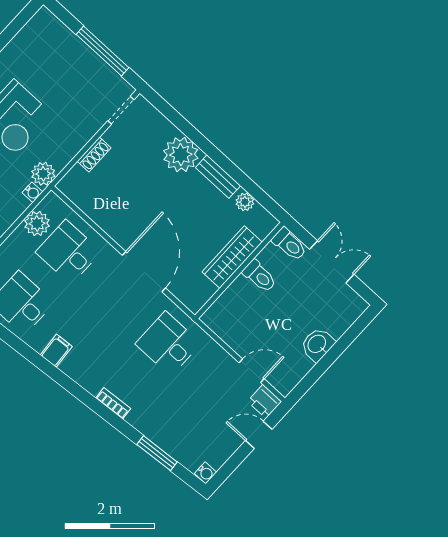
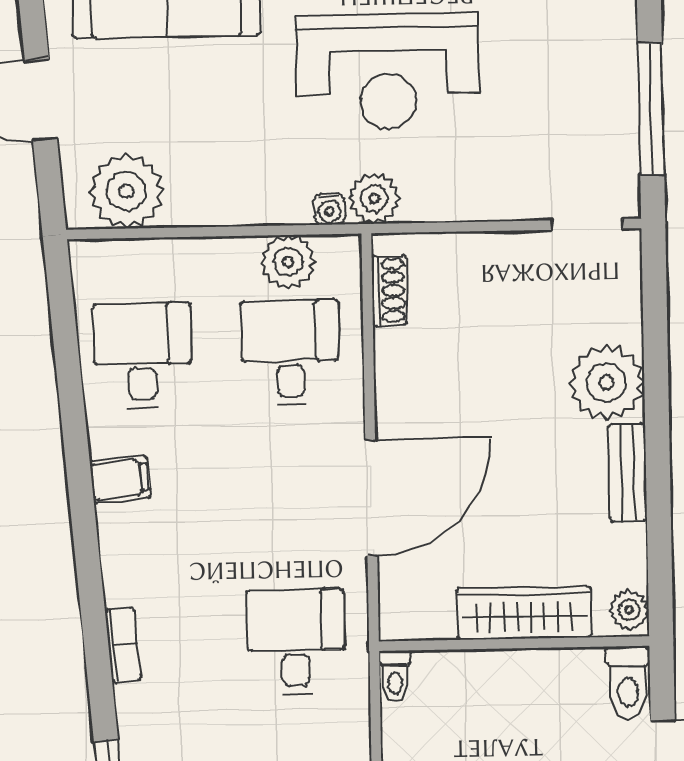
shoe rack: (94, 154) -> (389, 290), moved, turned -90
plant: (245, 202) -> (629, 610), moved
toilet: (260, 276) -> (395, 676), moved, width x0.73, depth x0.72

